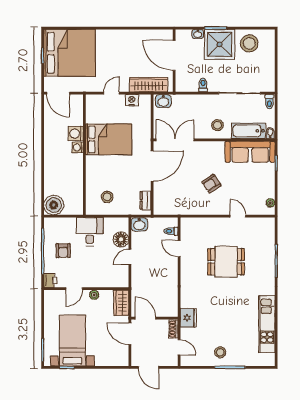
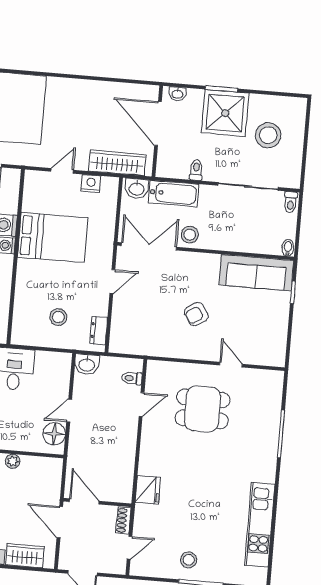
washbasin: (198, 34) -> (178, 94), moved
stool: (249, 43) -> (268, 135), moved
stool: (217, 125) -> (190, 235), moved
bathtub: (249, 131) -> (174, 193), moved, turned 180
door: (152, 166) -> (112, 281), width x0.53
stool: (107, 197) -> (58, 317), moved
plant: (270, 203) -> (280, 349), removed
floor lamp: (121, 239) -> (54, 434), moved
door: (179, 249) -> (142, 405), swing flipped
dining table: (226, 262) -> (202, 409), moved
wardrobe: (121, 303) -> (25, 556), moved, turned 90
fridge: (188, 318) -> (148, 490), moved
door: (179, 347) -> (130, 548), hinge flipped

